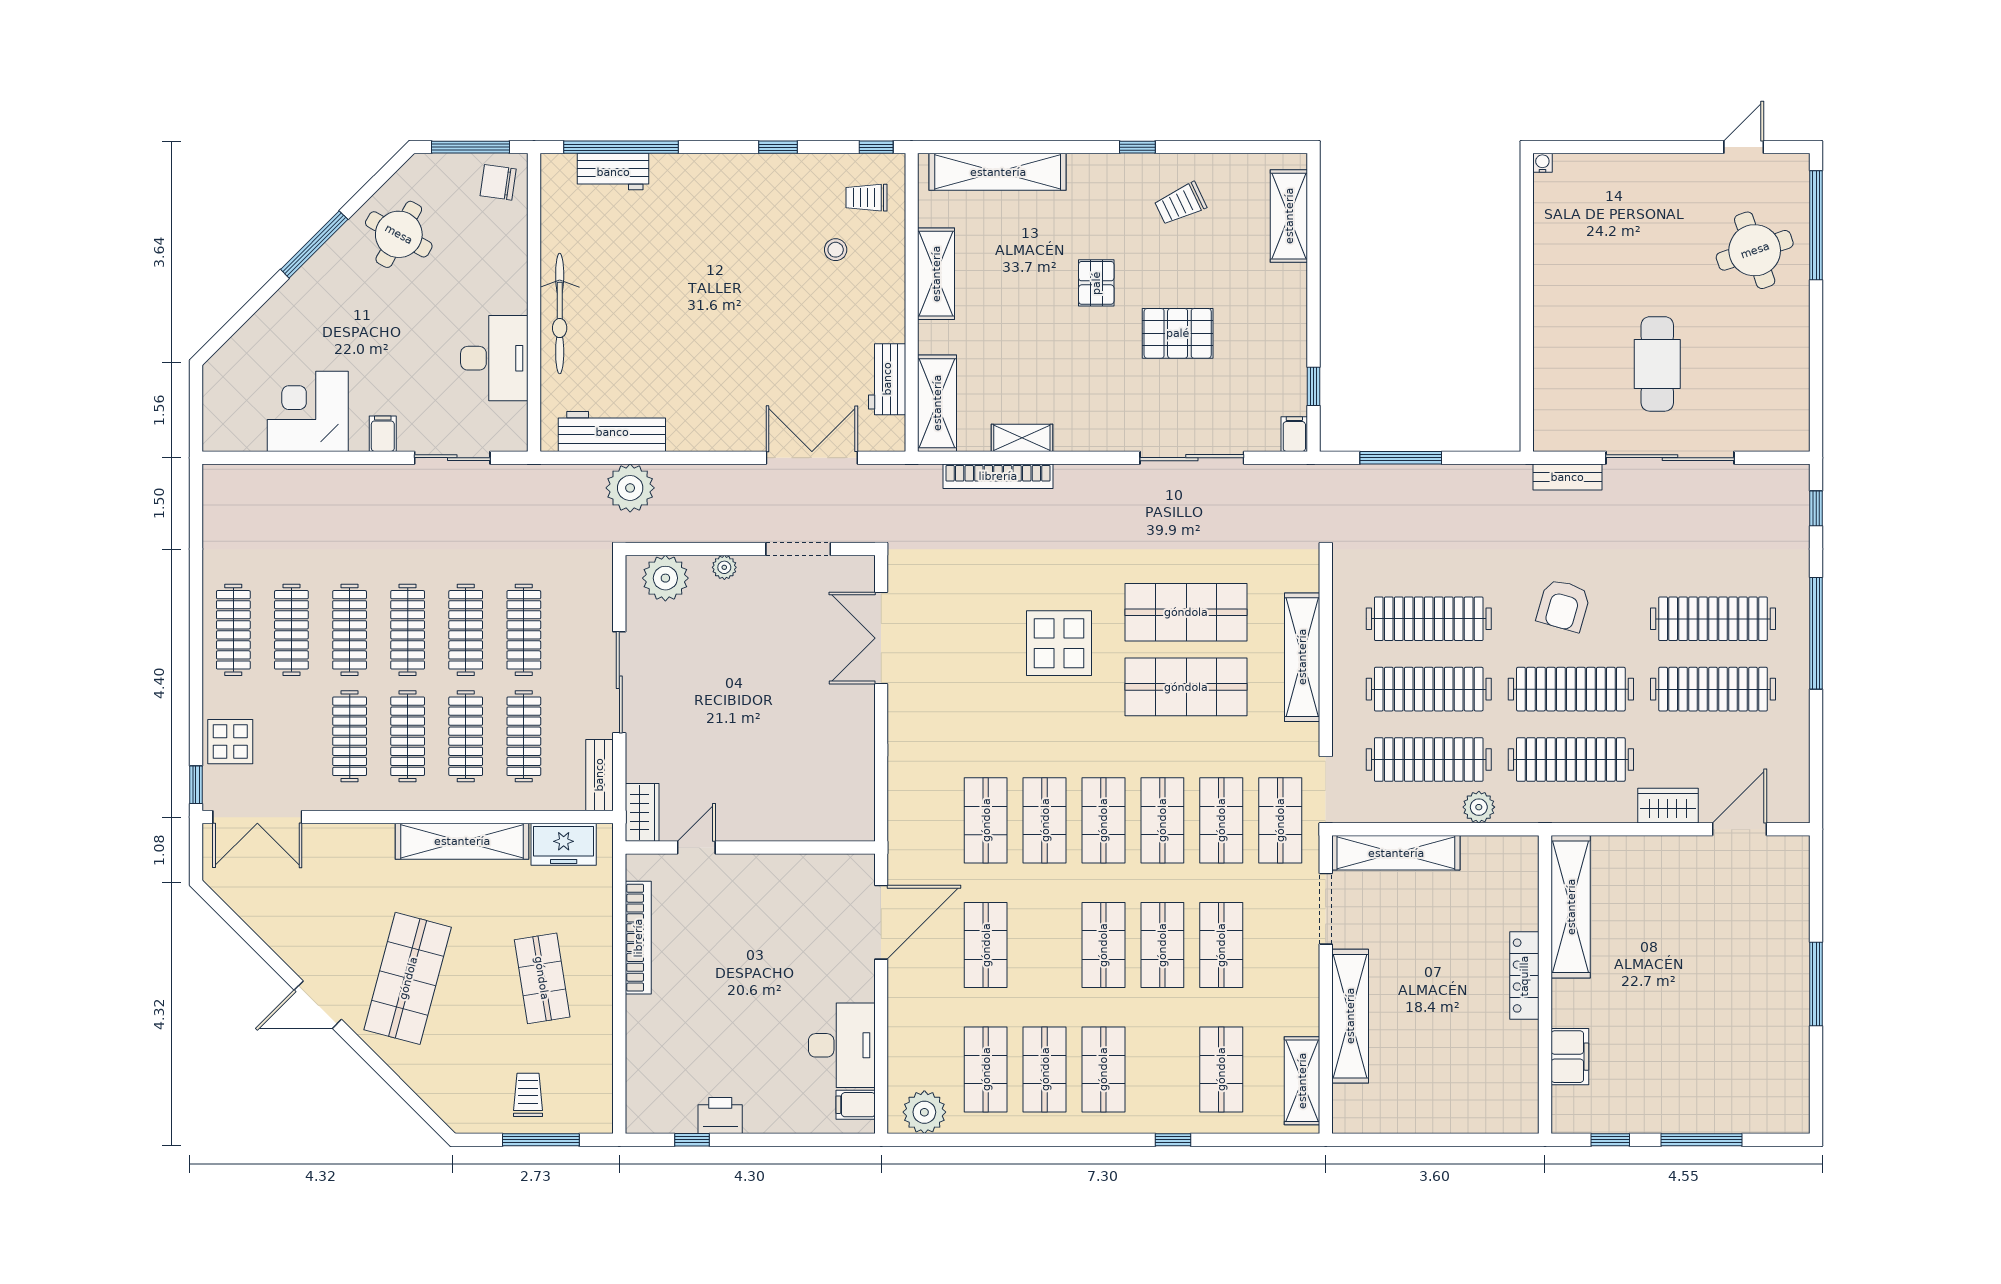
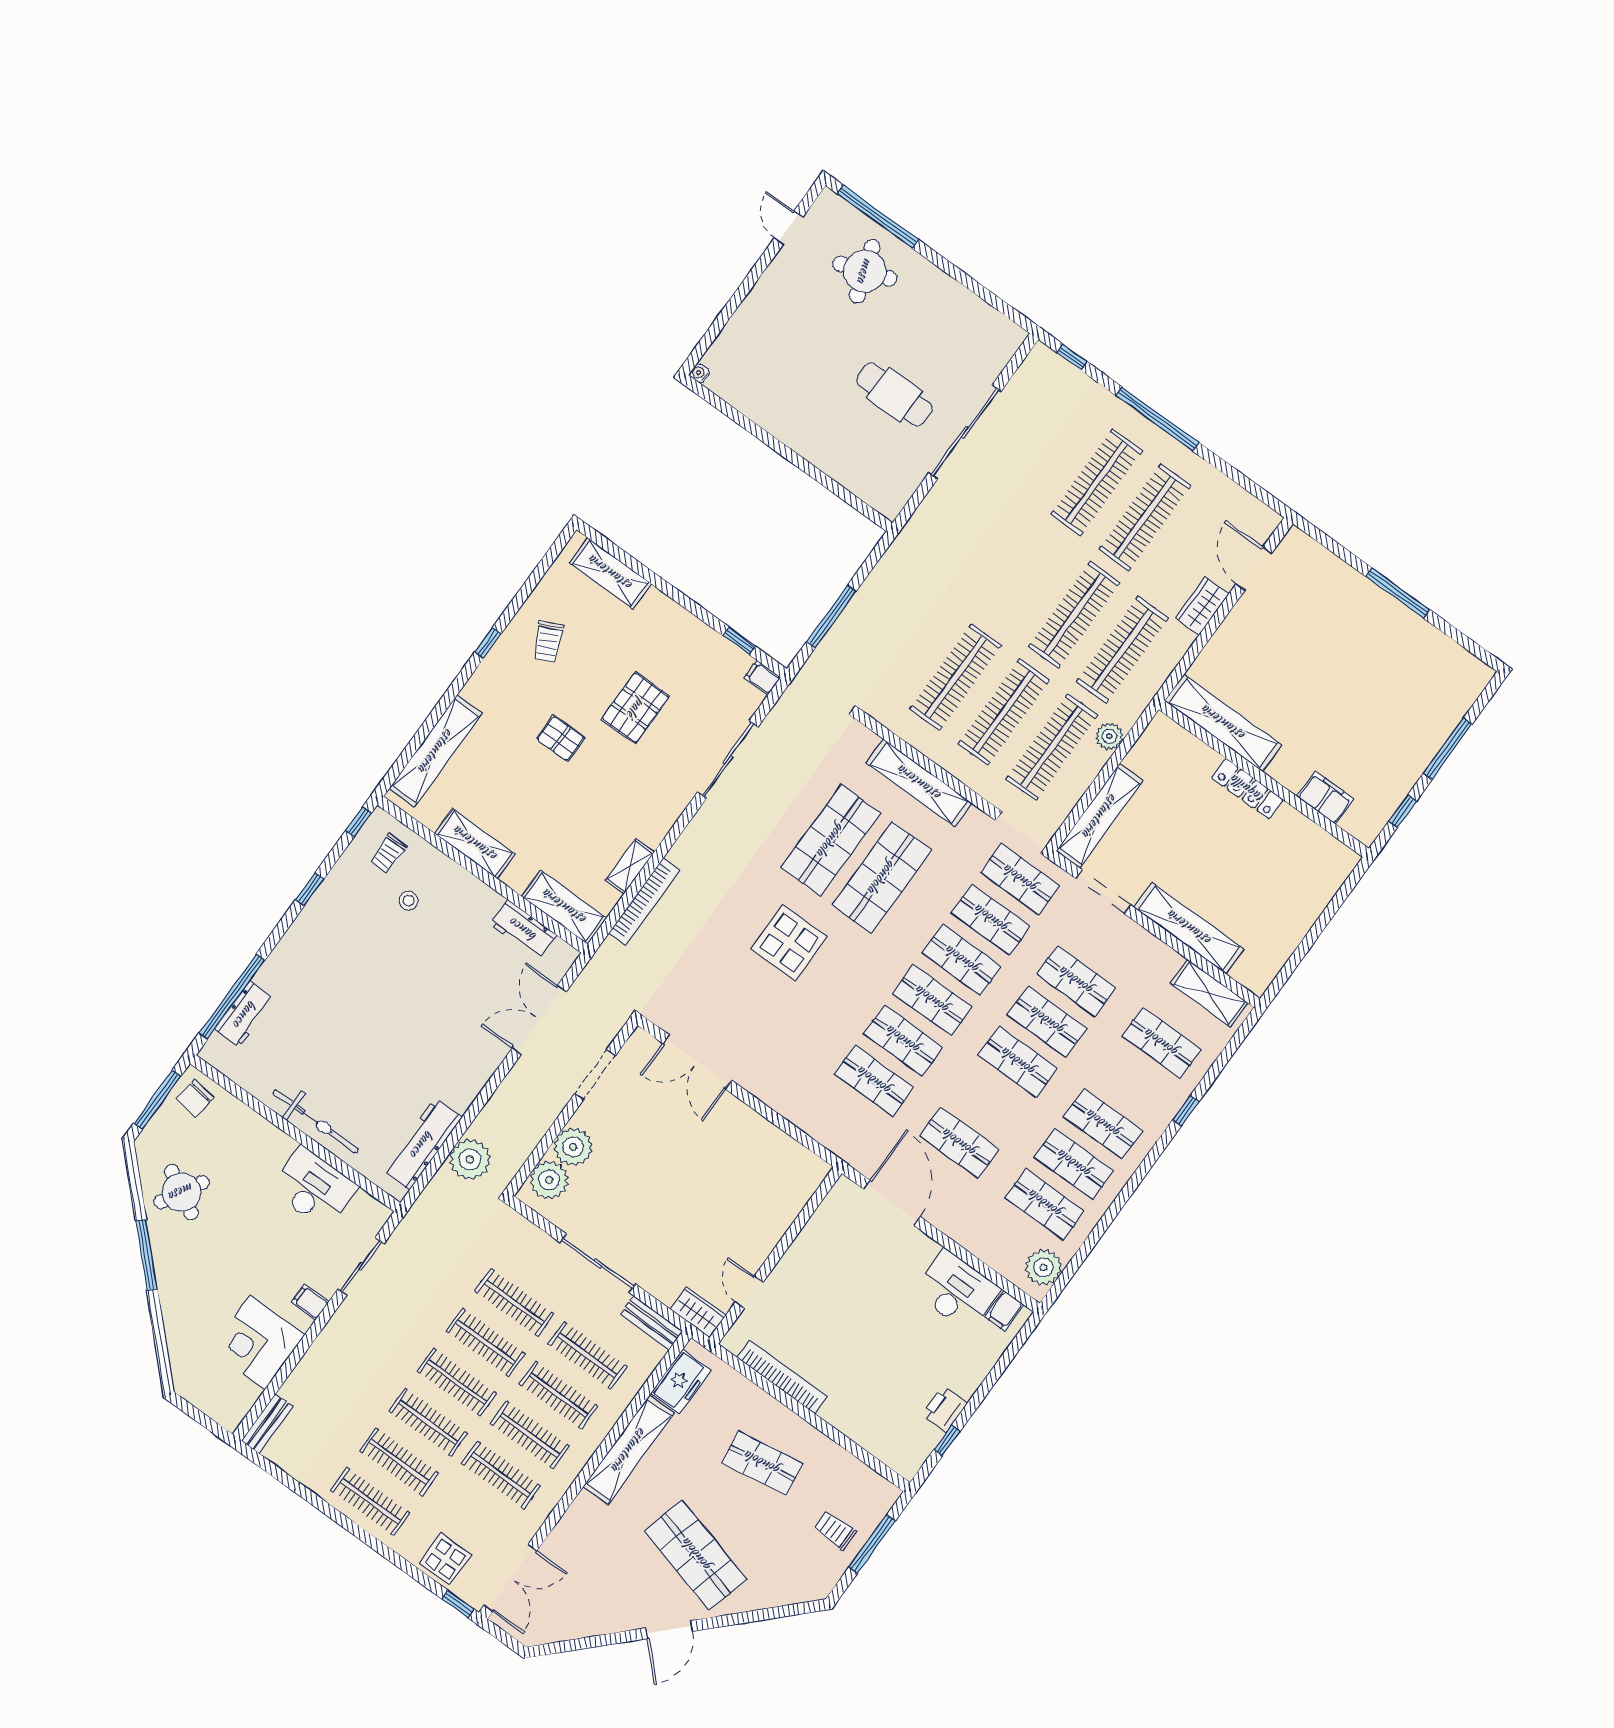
bench: (1567, 477) -> (267, 1424), moved
plant: (724, 567) -> (573, 1147), width x1.87, depth x1.87
armchair: (1563, 605) -> (1013, 578), removed

